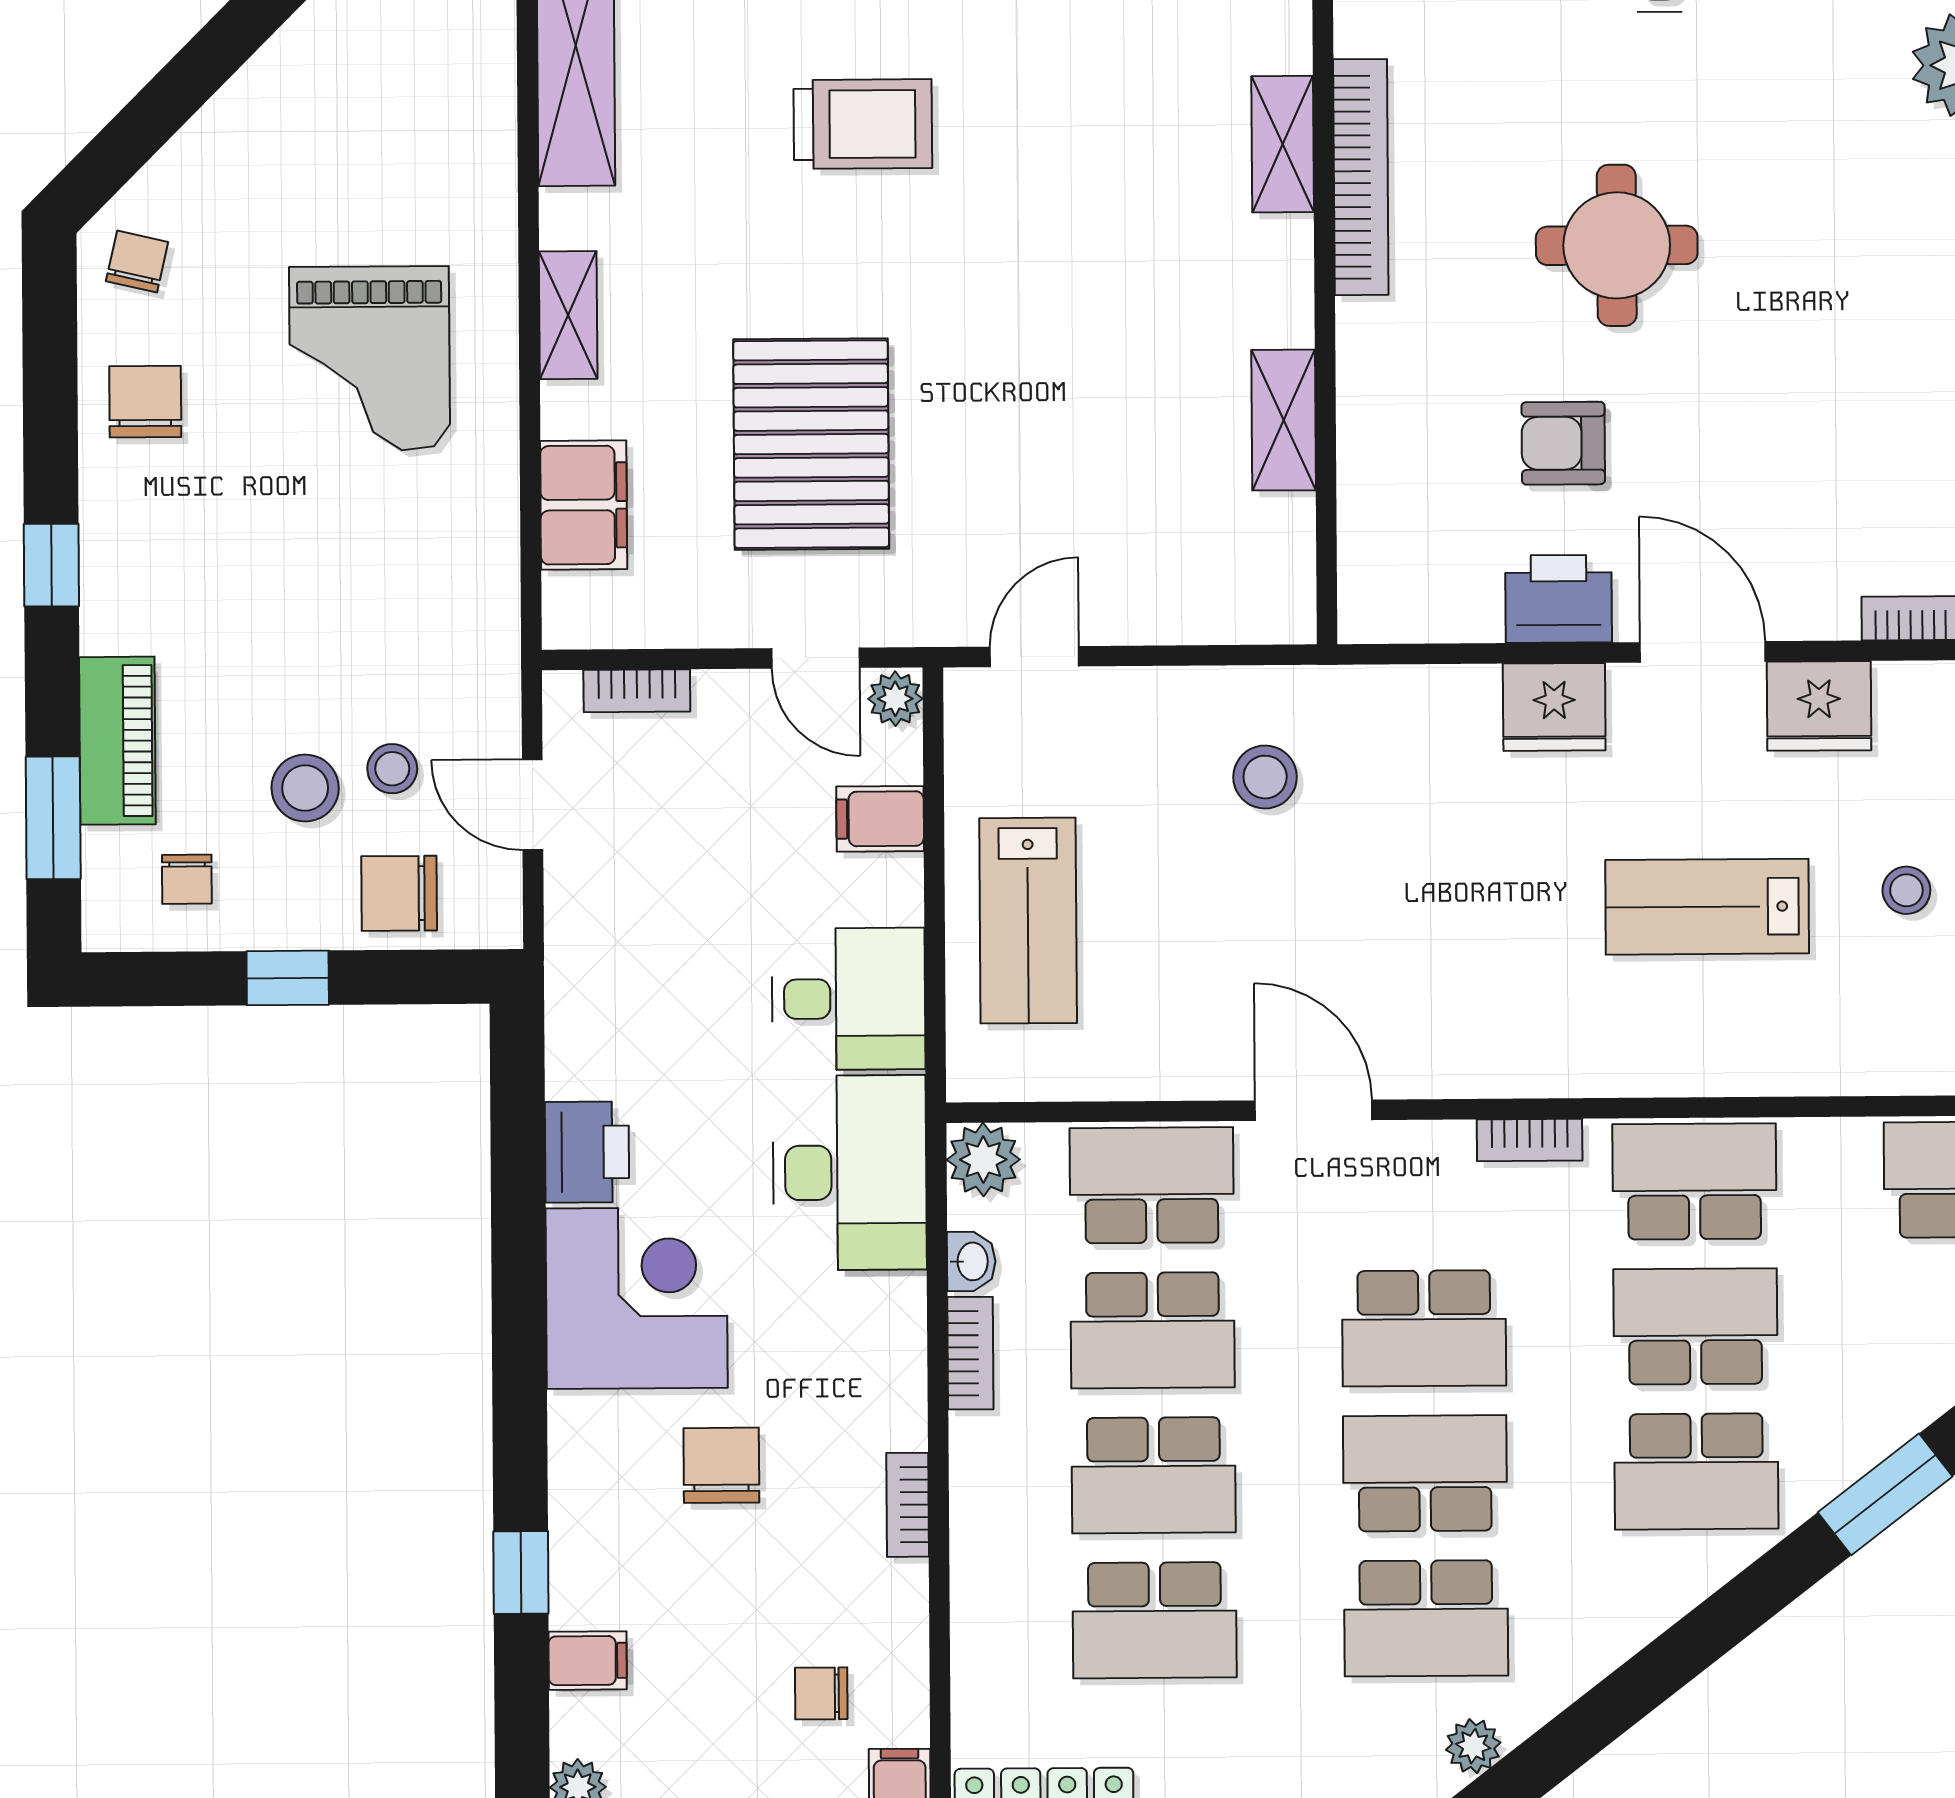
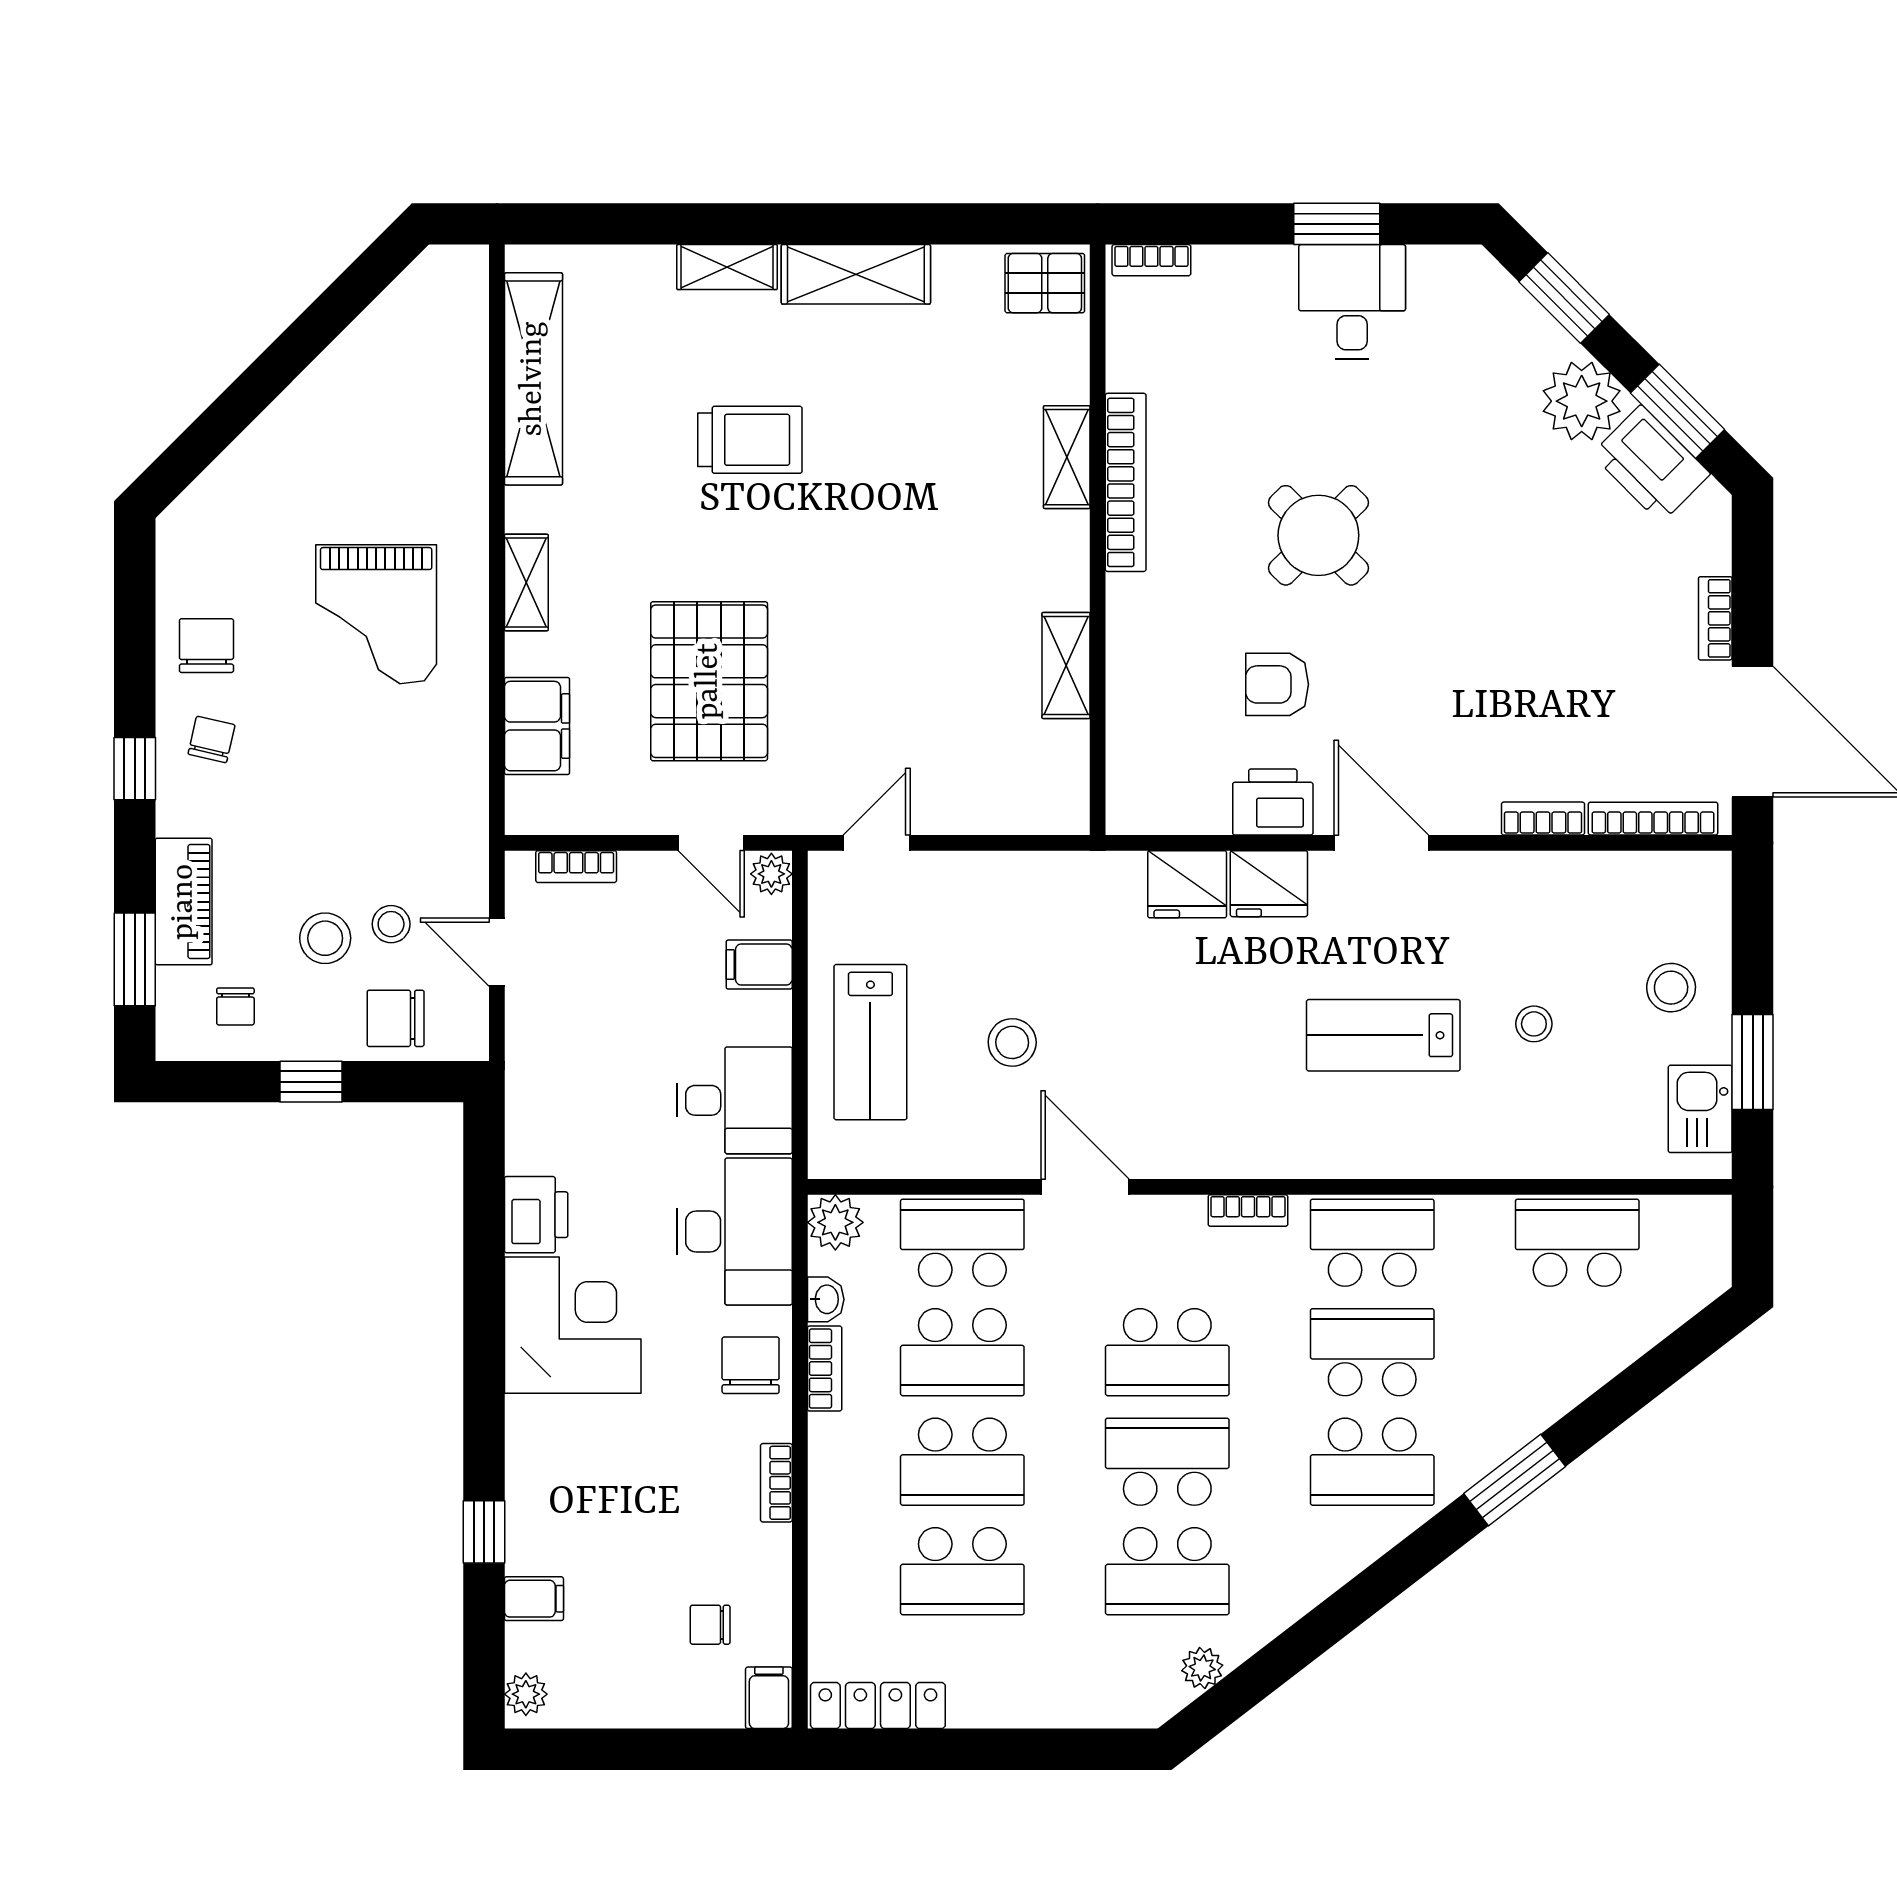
round table: (1617, 245) -> (1318, 535), turned 45
chair: (137, 262) -> (212, 739), moved
fridge: (1819, 706) -> (1187, 884), moved
stool: (1265, 777) -> (1012, 1042), moved
chair: (721, 1465) -> (751, 1365), moved

